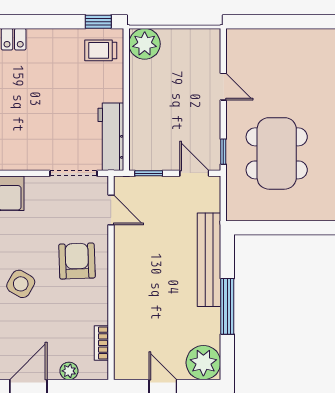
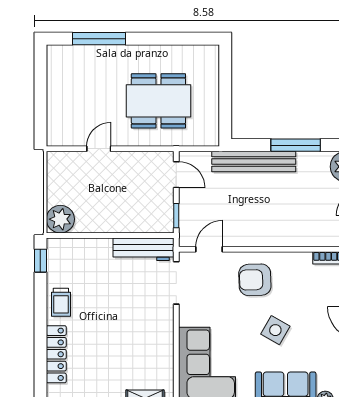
trolley: (101, 50) -> (61, 302), moved
window: (223, 152) -> (157, 149), removed
door: (194, 173) -> (176, 175), swing flipped

